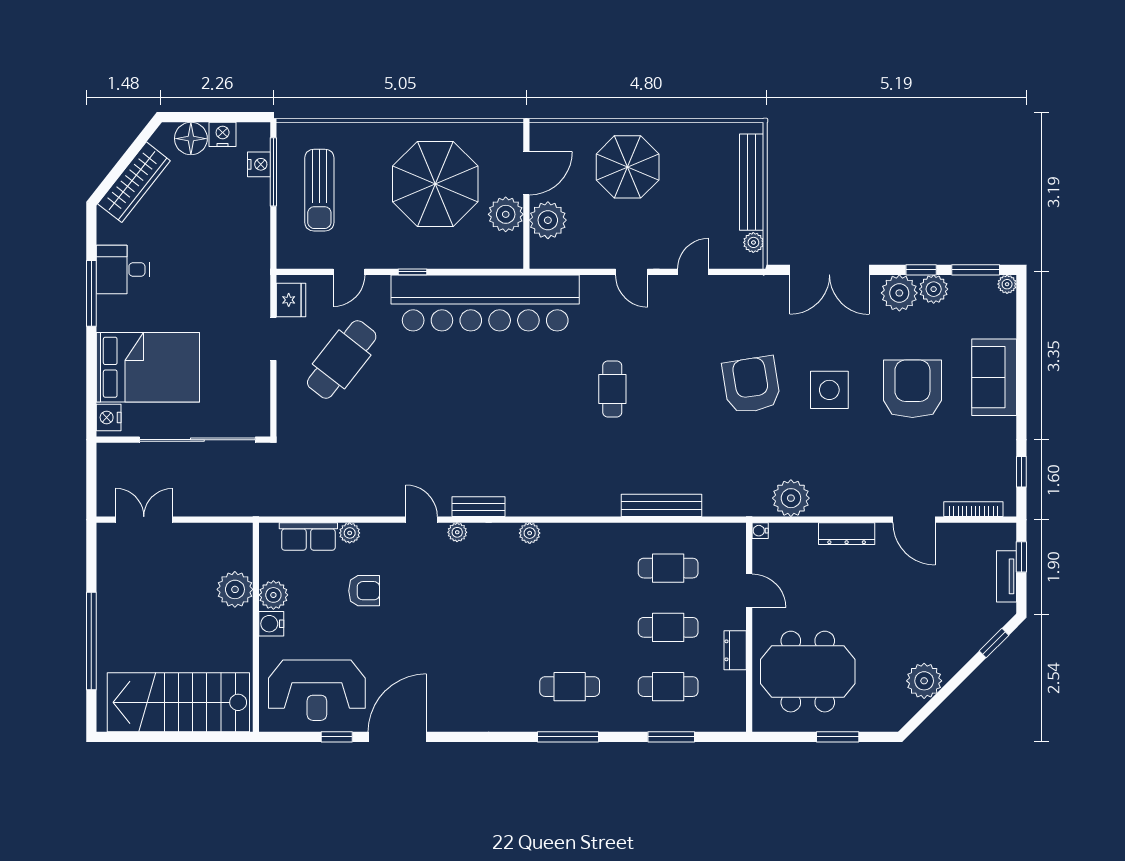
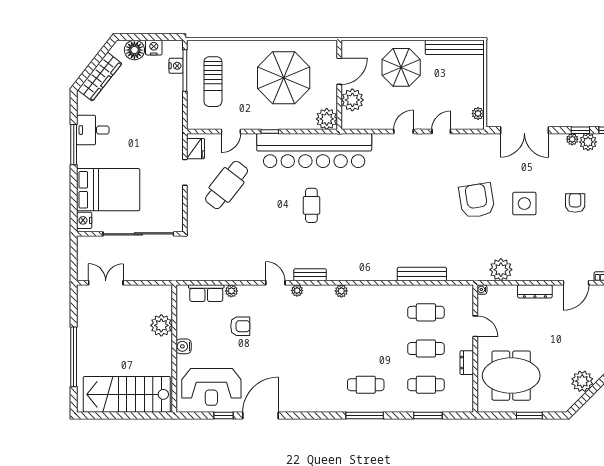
bench: (752, 182) -> (455, 47), moved, turned 90
plant: (506, 214) -> (327, 119), moved
door: (632, 272) -> (404, 131), swing flipped
plant: (899, 293) -> (572, 139), width x0.53, depth x0.53
cafe table: (612, 389) -> (311, 205), moved
armchair: (912, 389) -> (575, 203), width x0.53, depth x0.53
door: (914, 520) -> (576, 283), hinge flipped
plant: (273, 595) -> (185, 329), removed

